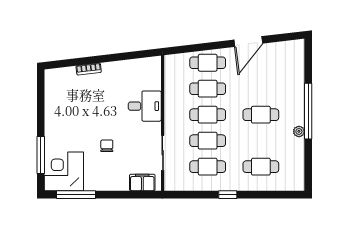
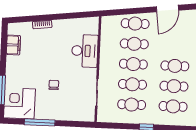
desk: (145, 106) -> (85, 51), width x1.37
cafe table: (261, 141) -> (174, 86), added
filing cabinet: (142, 183) -> (13, 45), moved, turned 90
window: (76, 195) -> (40, 122), moved

